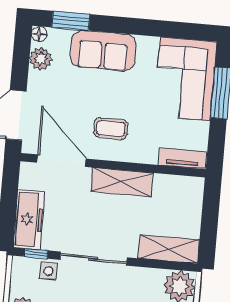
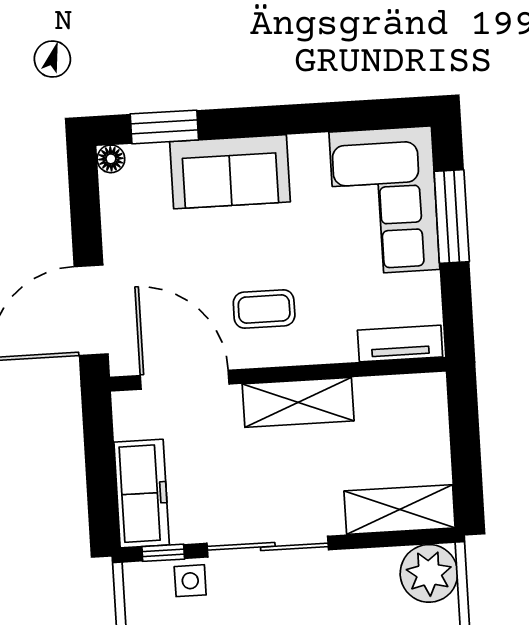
plant: (41, 59) -> (120, 203), removed

